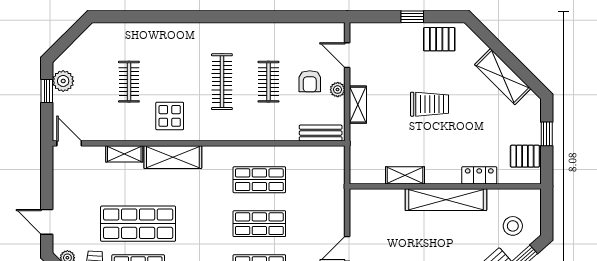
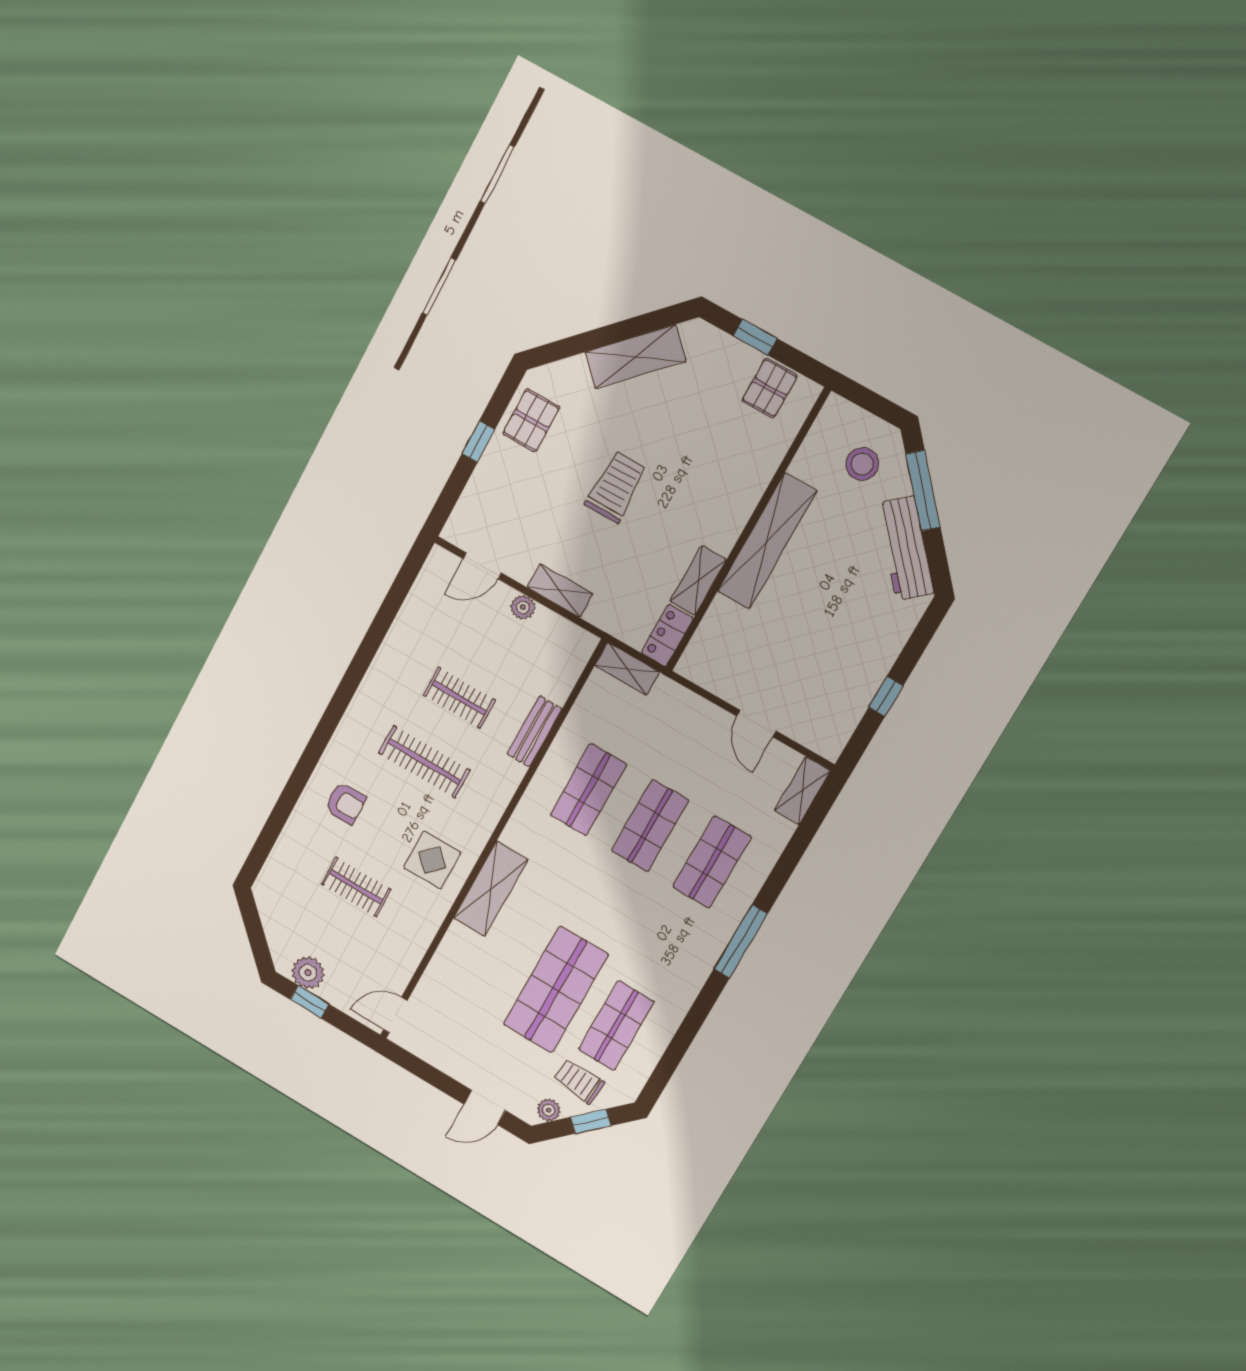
armchair: (310, 81) -> (345, 803), moved
bench: (321, 133) -> (534, 731), moved
shelving: (124, 154) -> (627, 669), moved, turned 90
locker: (479, 175) -> (667, 635), moved

